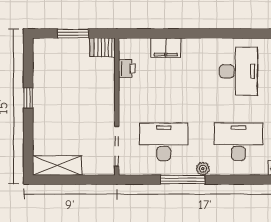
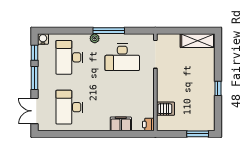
window: (73, 33) -> (198, 134), moved
server rack: (102, 47) -> (166, 109), moved
printer: (127, 69) -> (148, 124), moved
desk: (238, 142) -> (69, 57), turned 90

